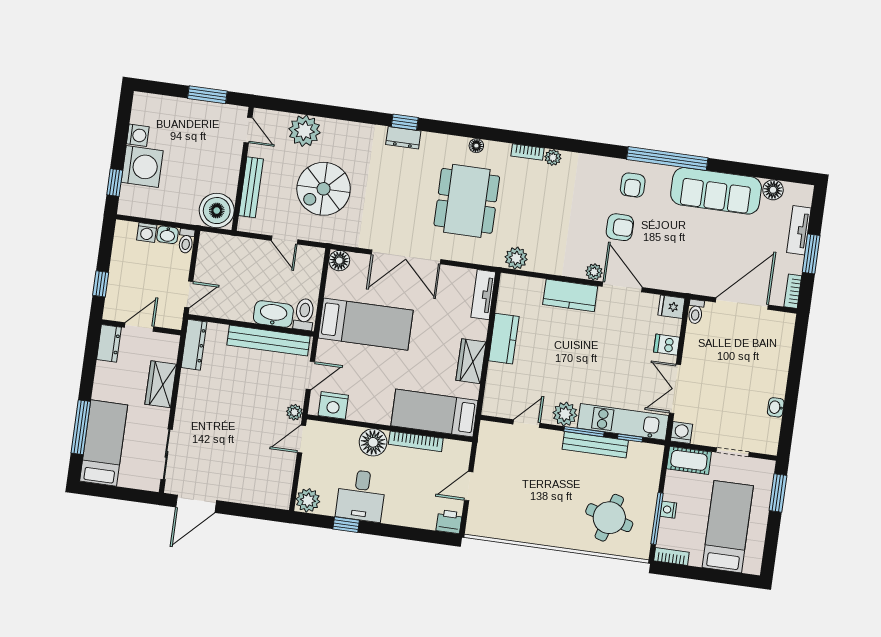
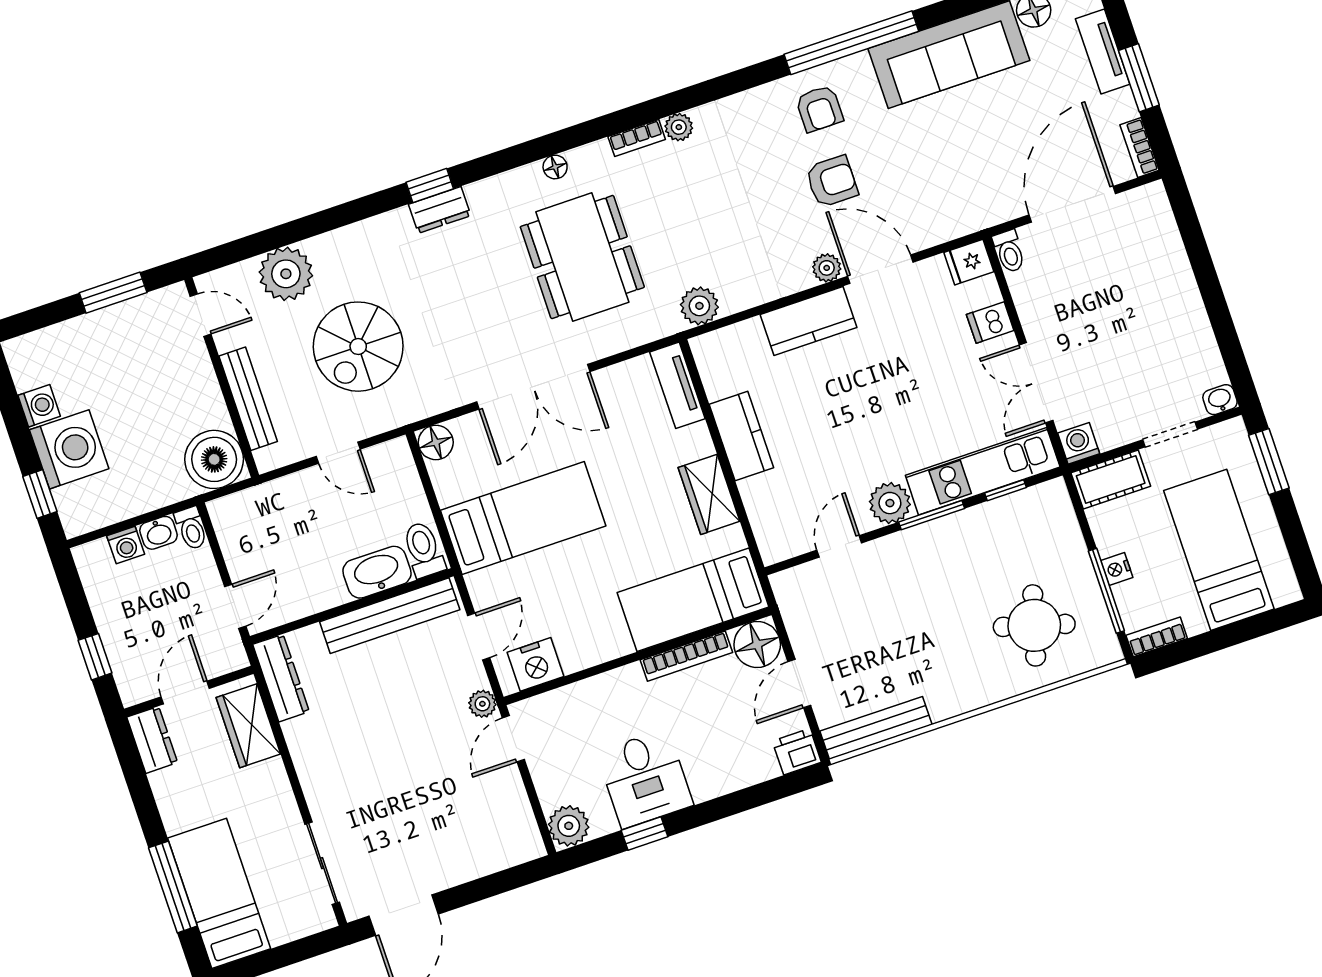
wardrobe: (161, 384) -> (248, 726), moved
washbasin: (776, 407) -> (1220, 400), moved, turned 90
floor lamp: (373, 442) -> (757, 645), moved
bench: (595, 445) -> (876, 728), moved

